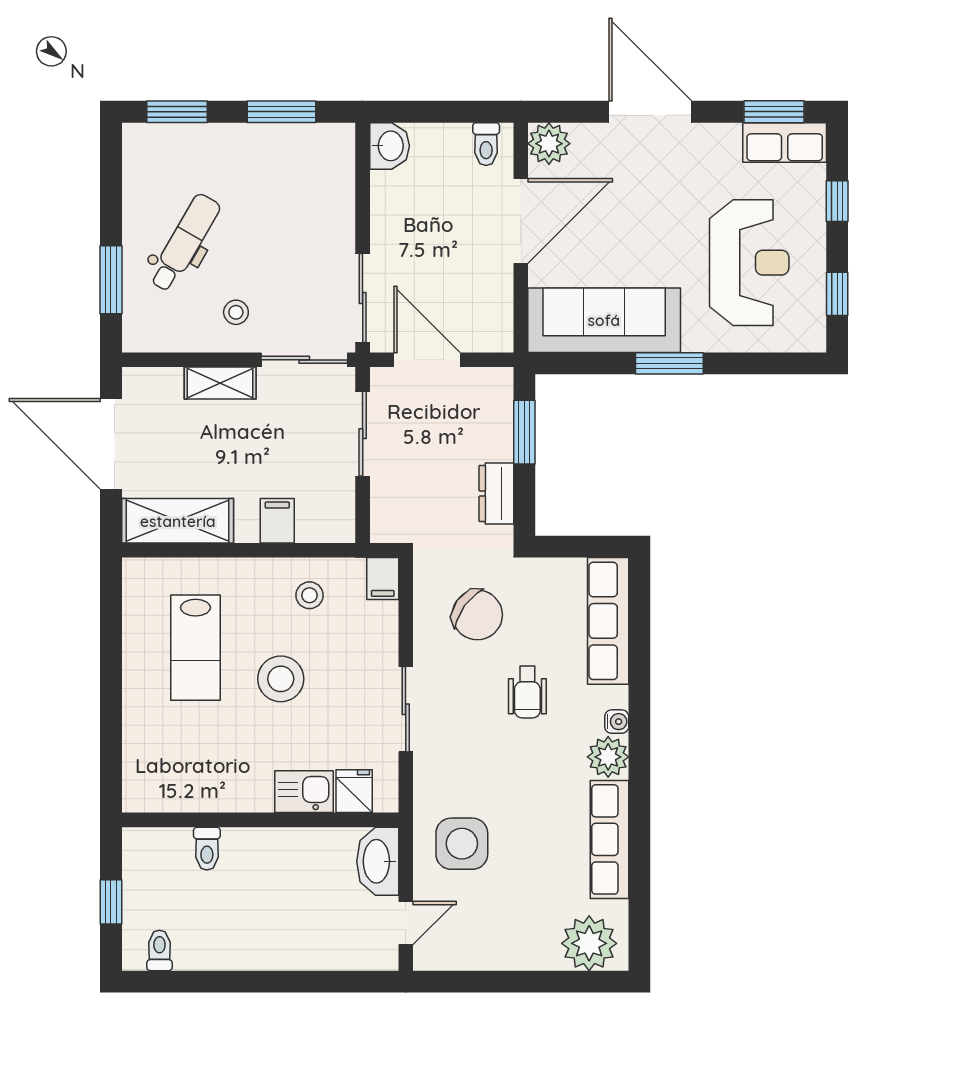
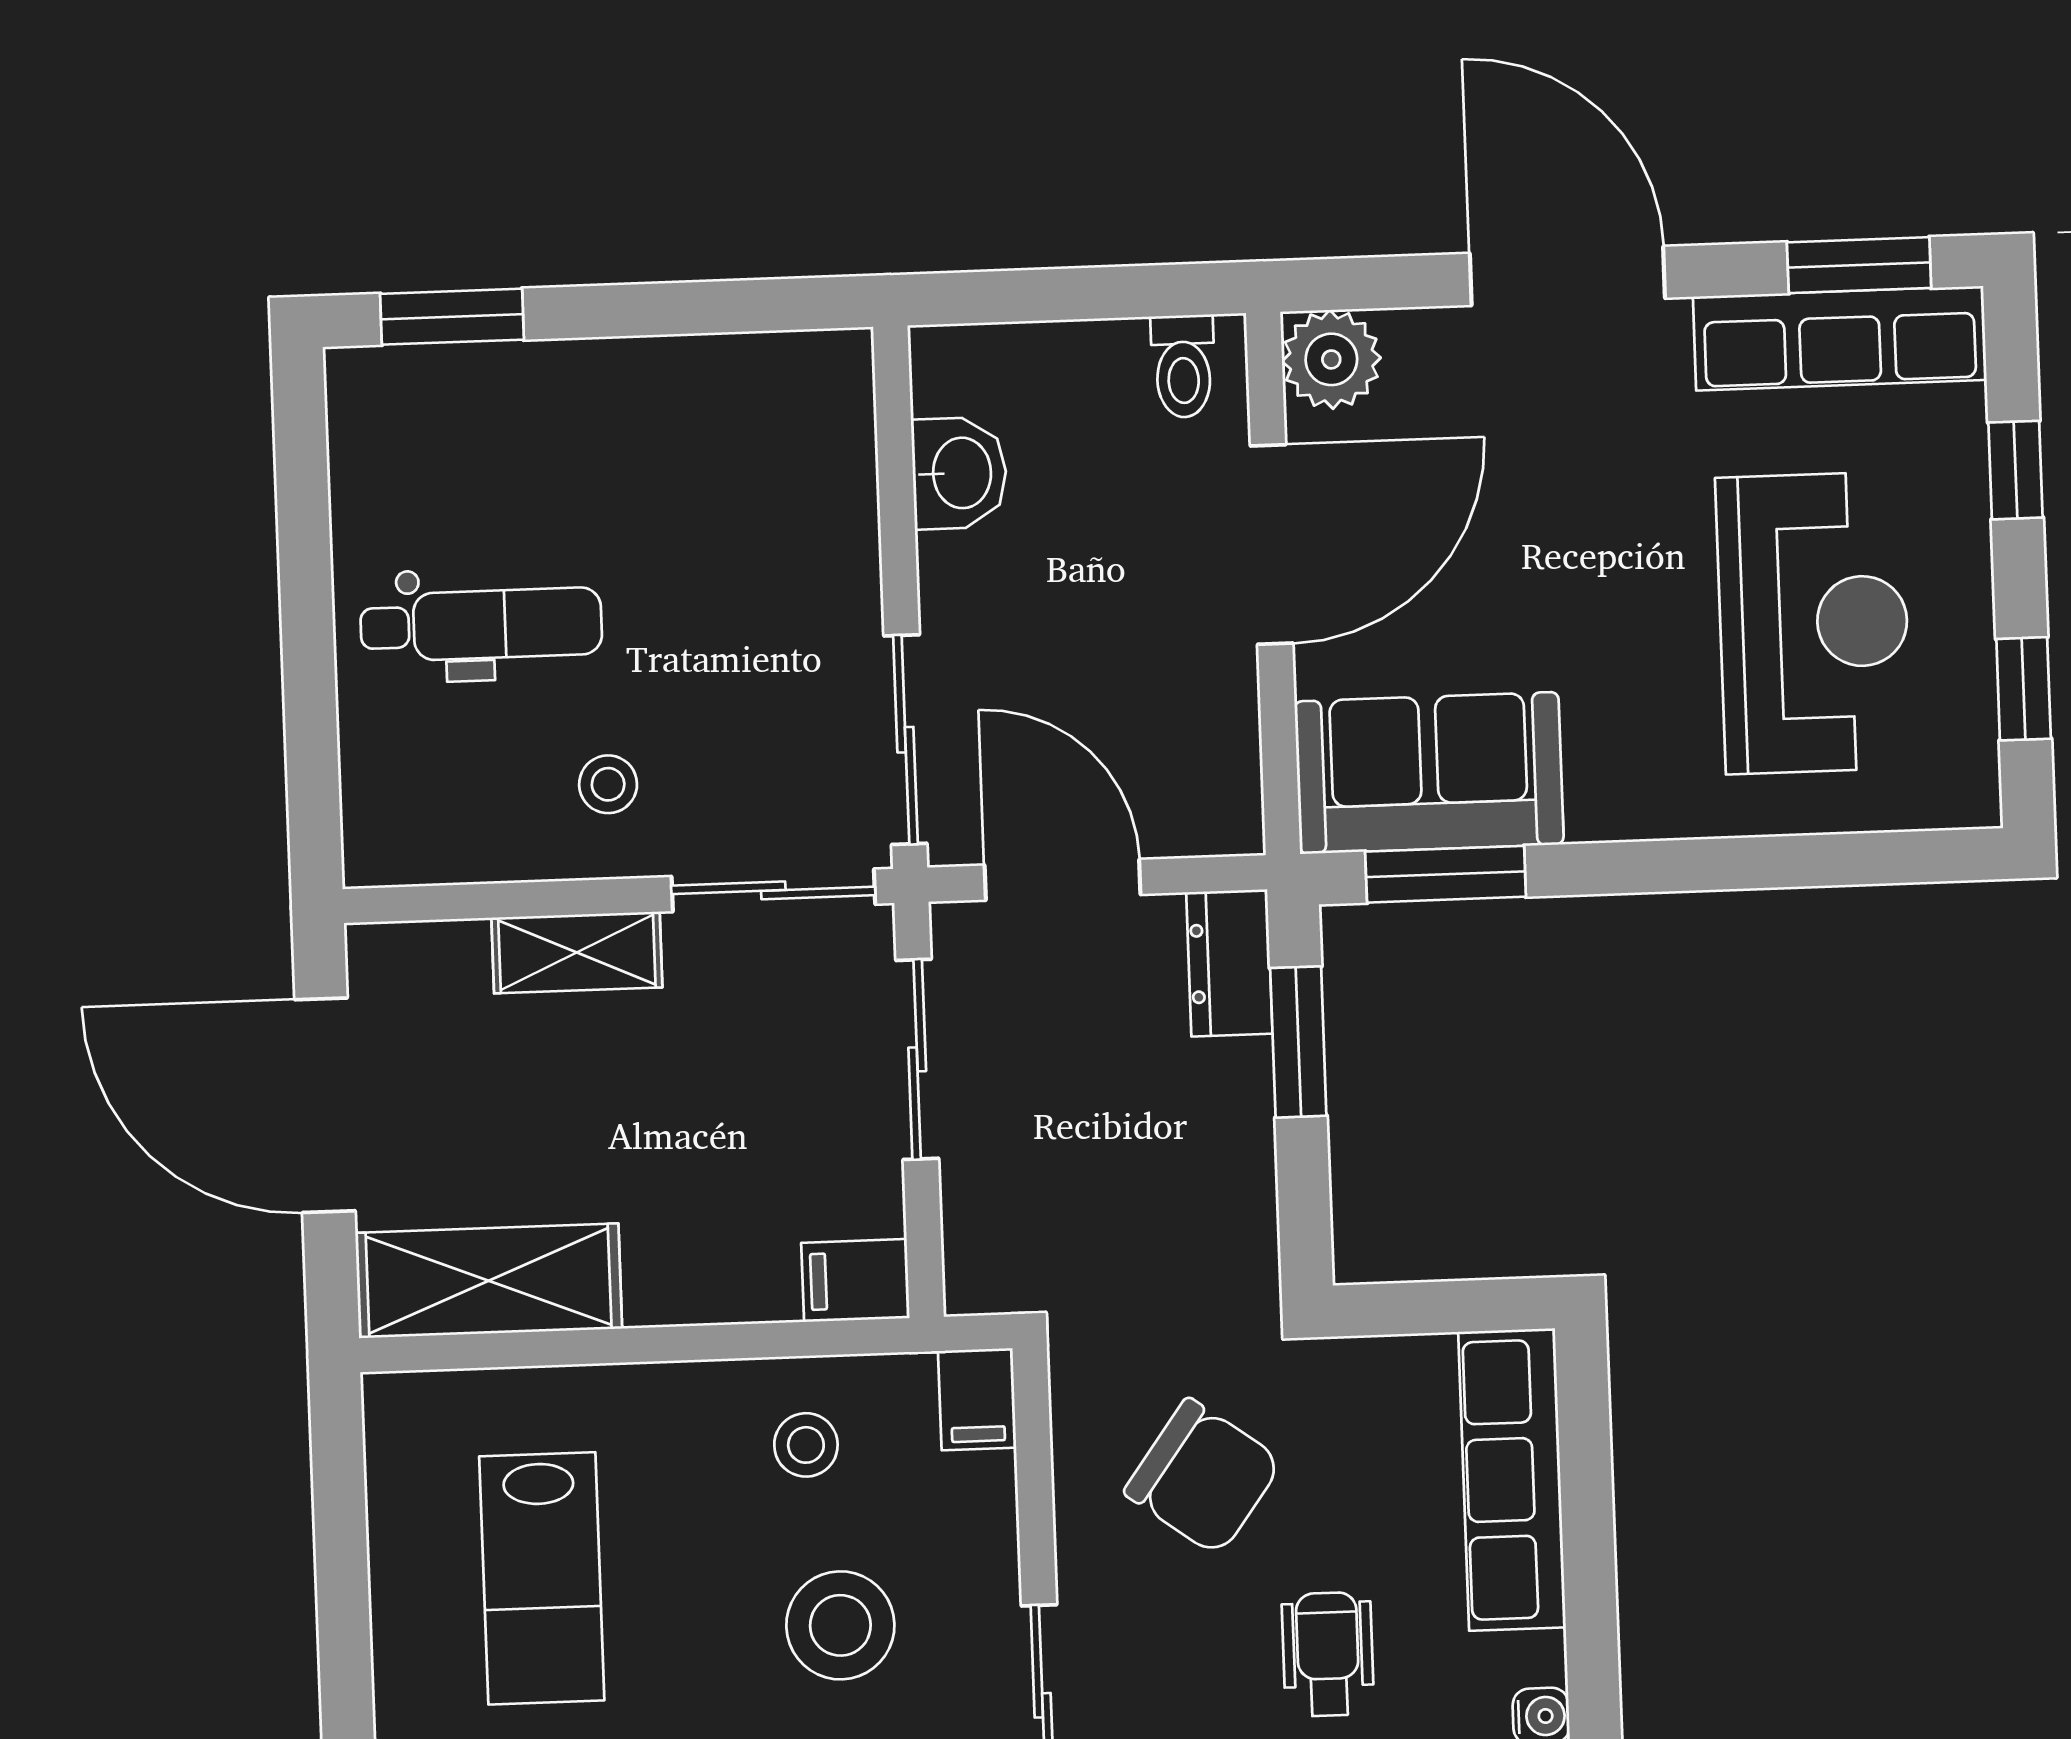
window: (281, 112) -> (698, 308), removed
row of seats: (785, 142) -> (1840, 338), width x1.48
washbasin: (390, 146) -> (959, 473), moved
dental chair: (185, 243) -> (481, 625), turned 60
window: (111, 280) -> (311, 718), removed
sofa: (604, 320) -> (1429, 773), width x0.73
window: (669, 363) -> (1446, 874), moved
dresser: (496, 493) -> (1229, 963), moved
filing cabinet: (277, 521) -> (855, 1280), moved, turned -90
stool: (281, 679) -> (840, 1625), moved
wheelchair: (527, 692) -> (1328, 1654), turned 180

